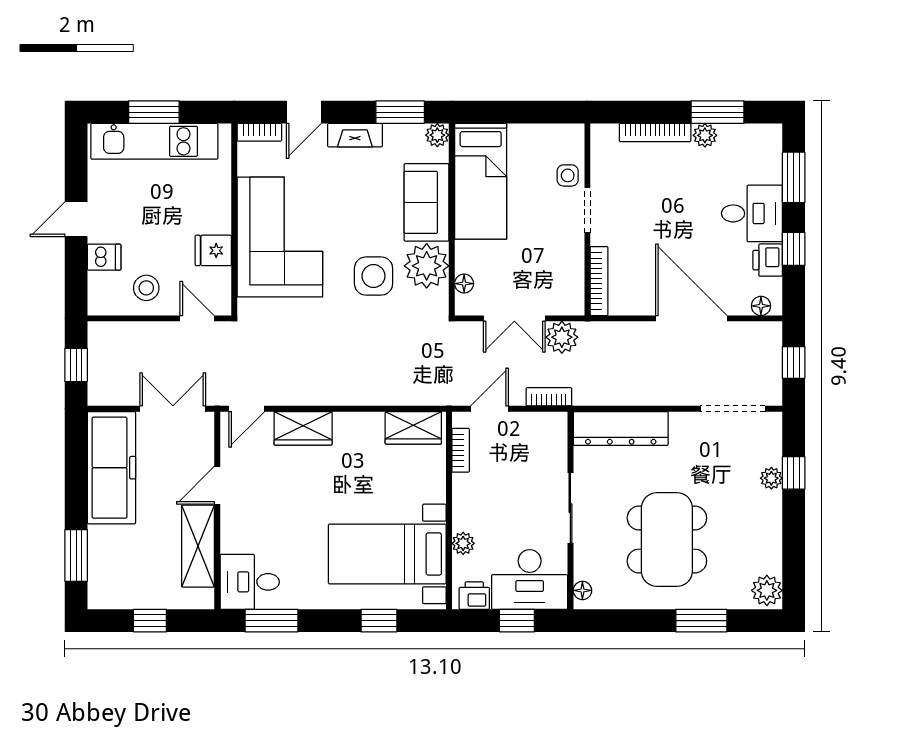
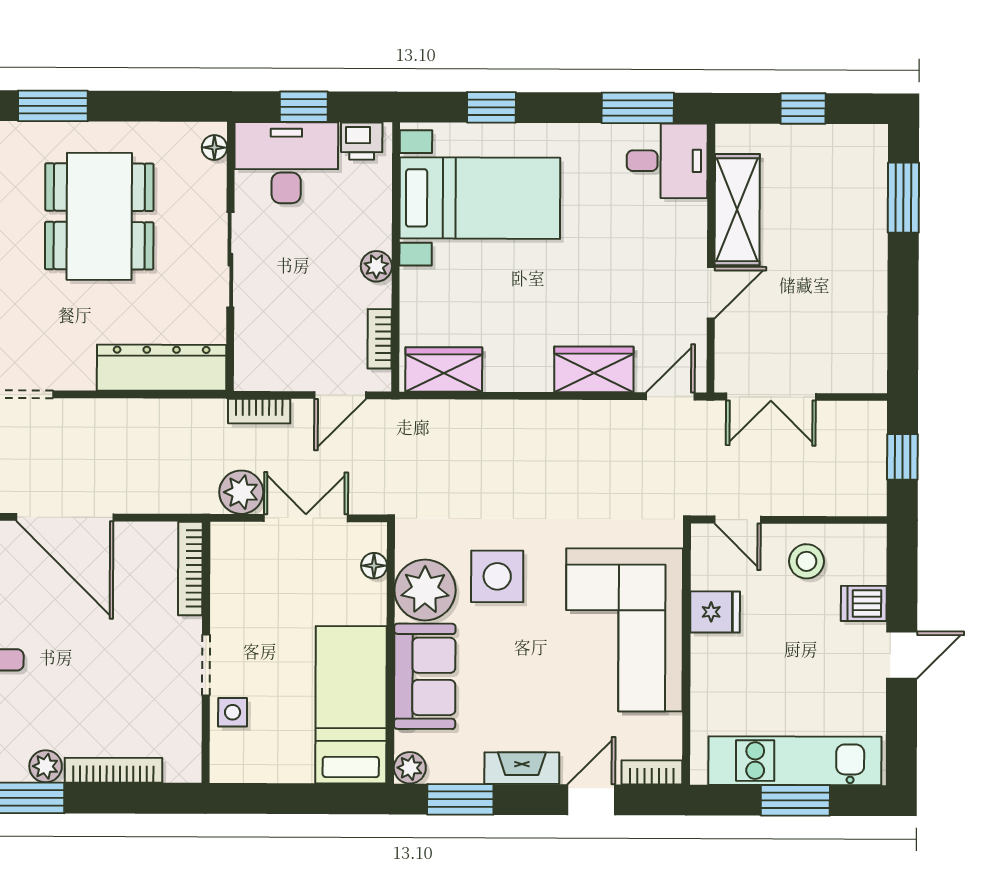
freezer: (111, 468) -> (855, 317), removed
plant: (463, 543) -> (376, 266), moved

